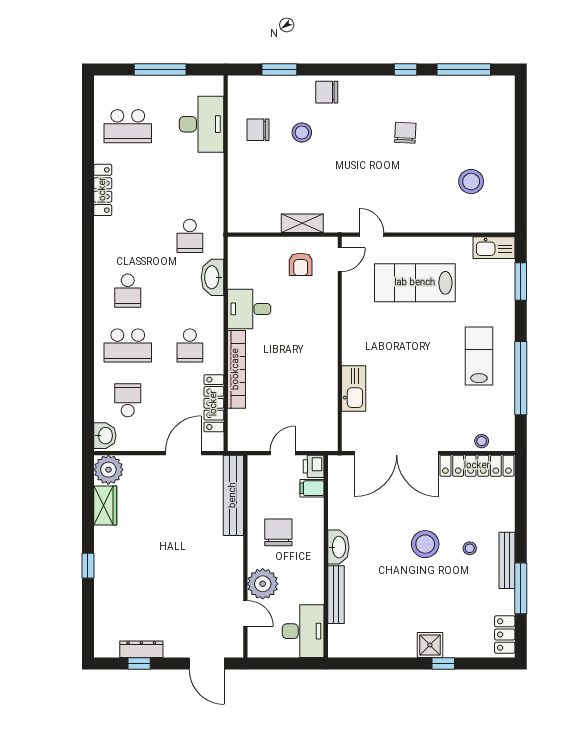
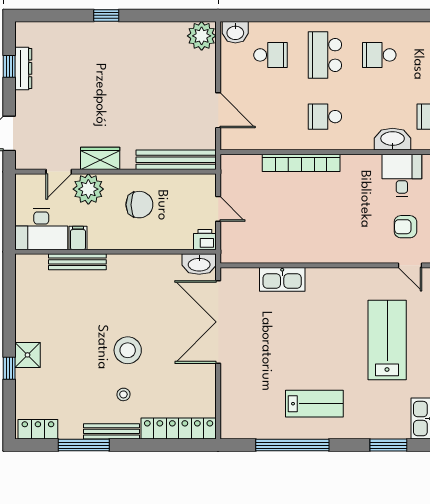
desk: (249, 309) -> (402, 175), moved
locker: (214, 403) -> (267, 140), removed
stool: (482, 441) -> (230, 406), removed
locker: (477, 466) -> (179, 429), moved, turned 90
filing cabinet: (312, 488) -> (78, 238), moved
wardrobe: (105, 506) -> (100, 158), moved, turned 180
washbasin: (338, 547) -> (199, 264), moved

